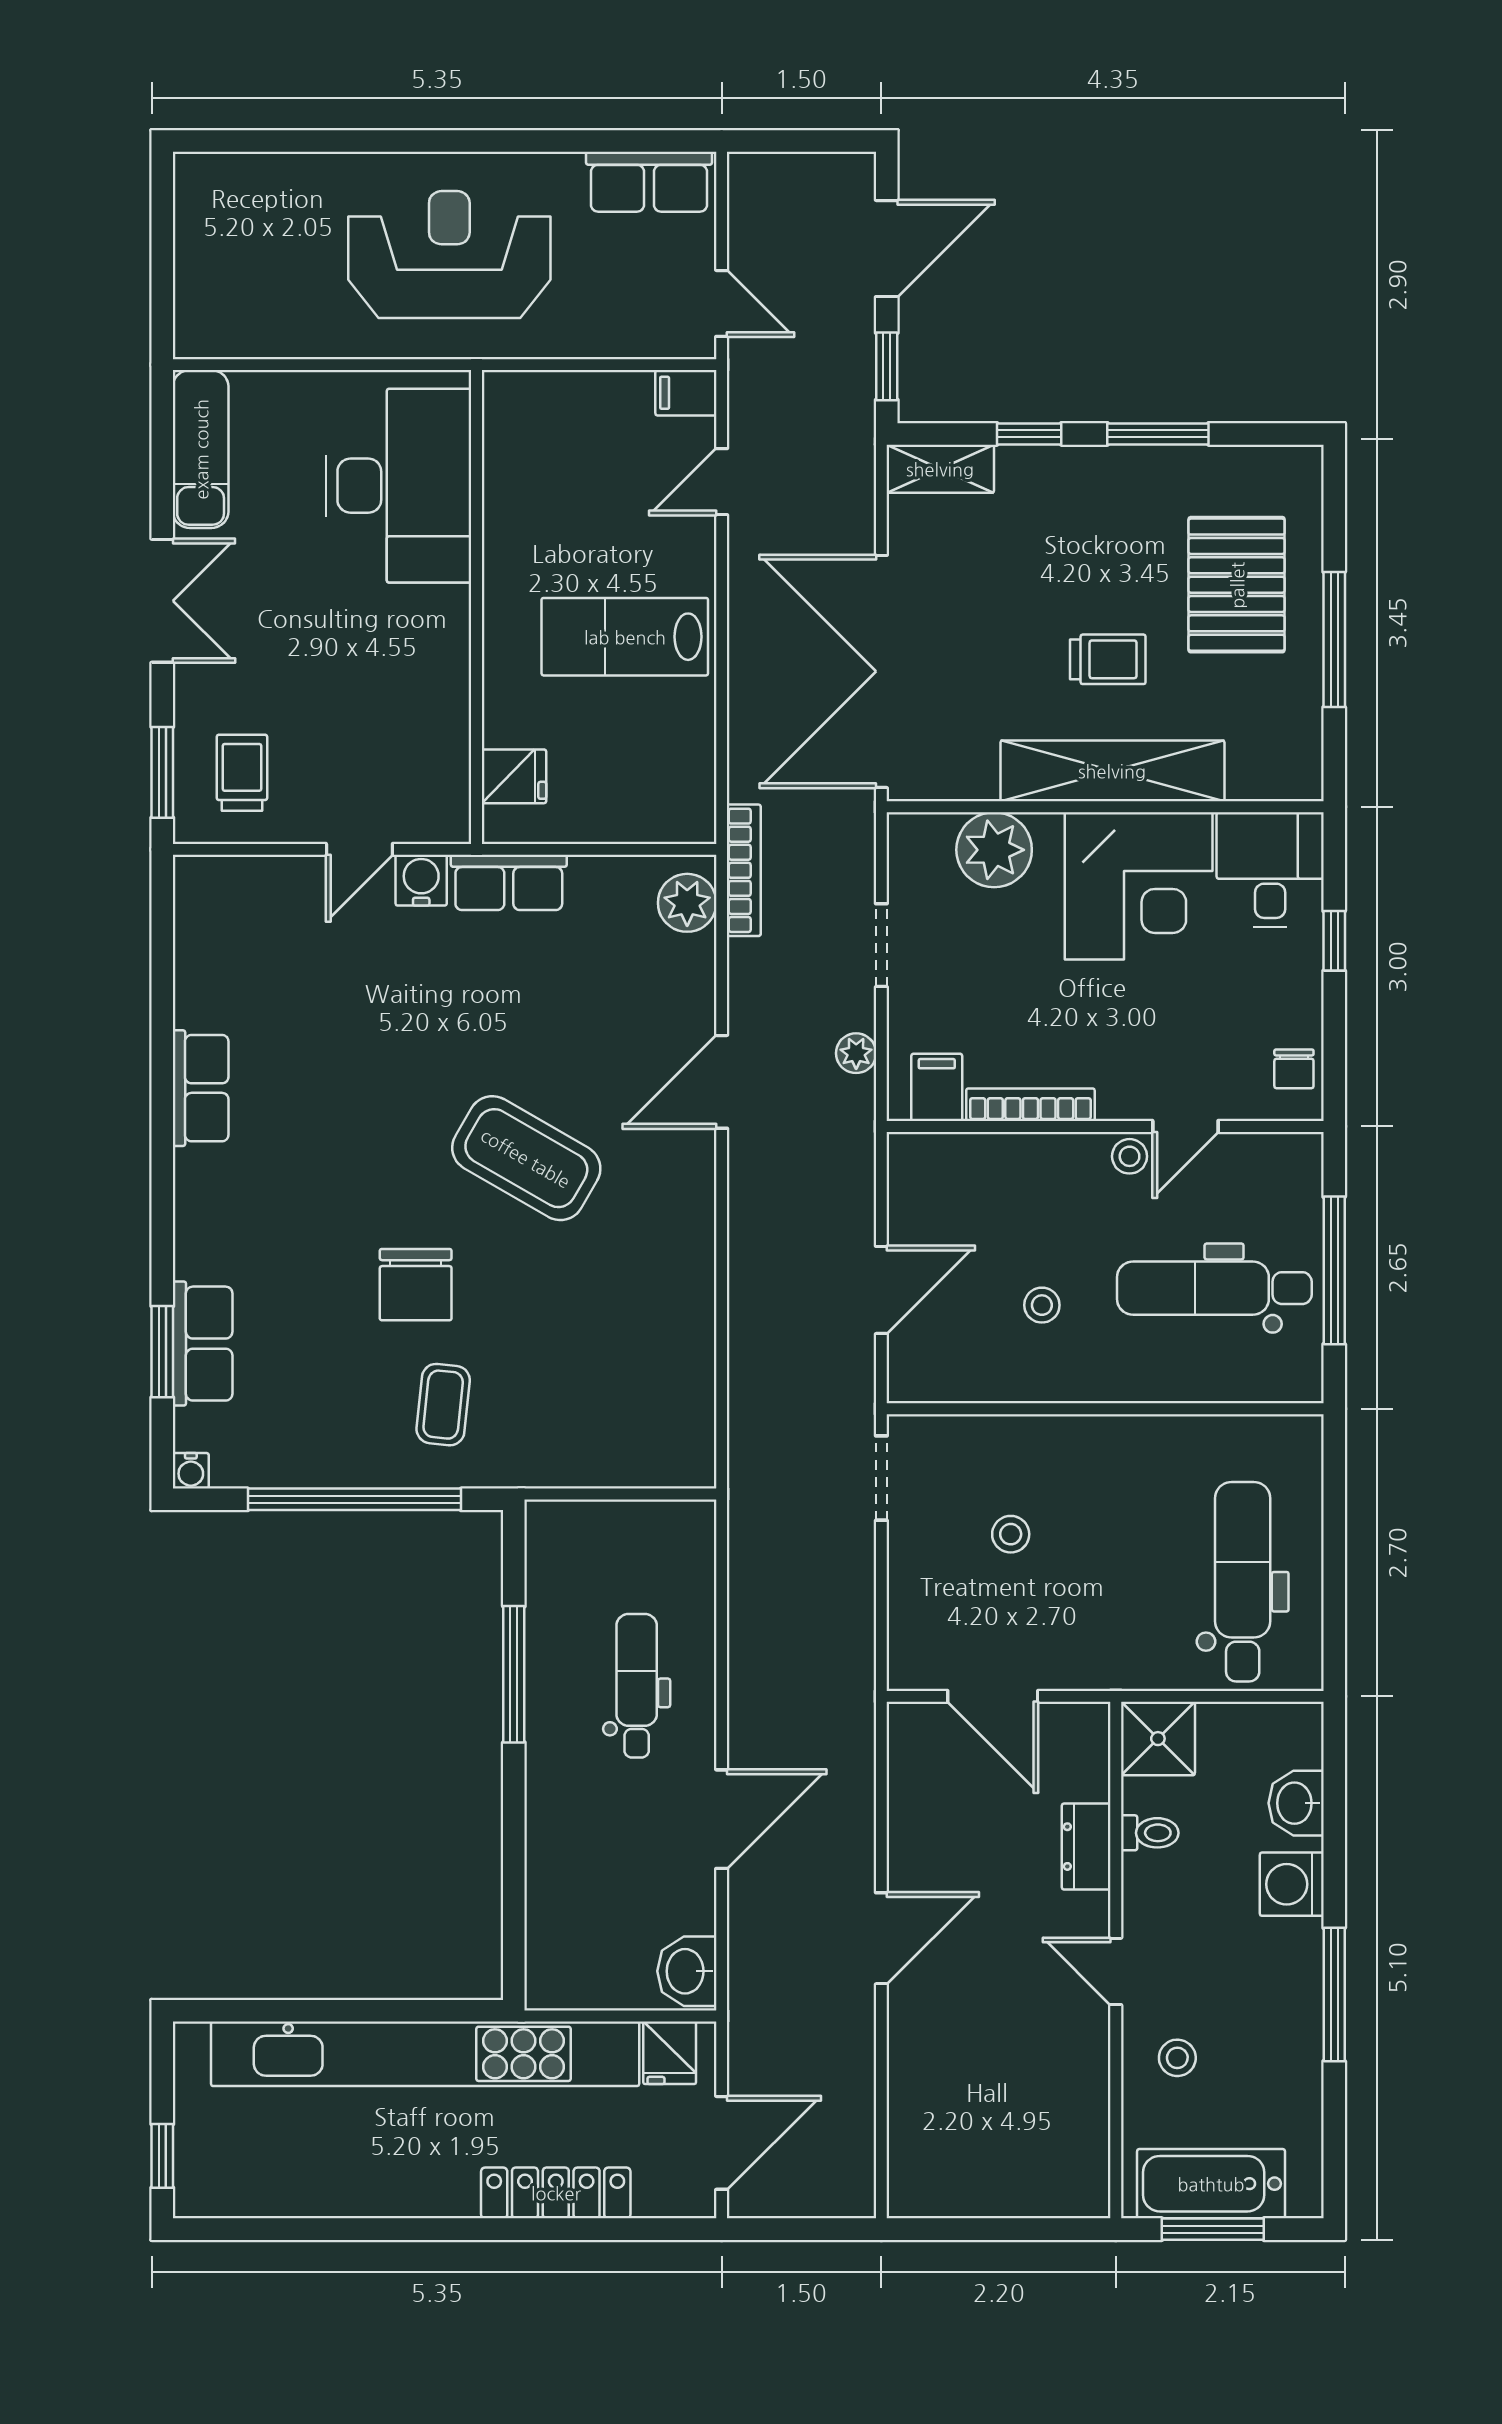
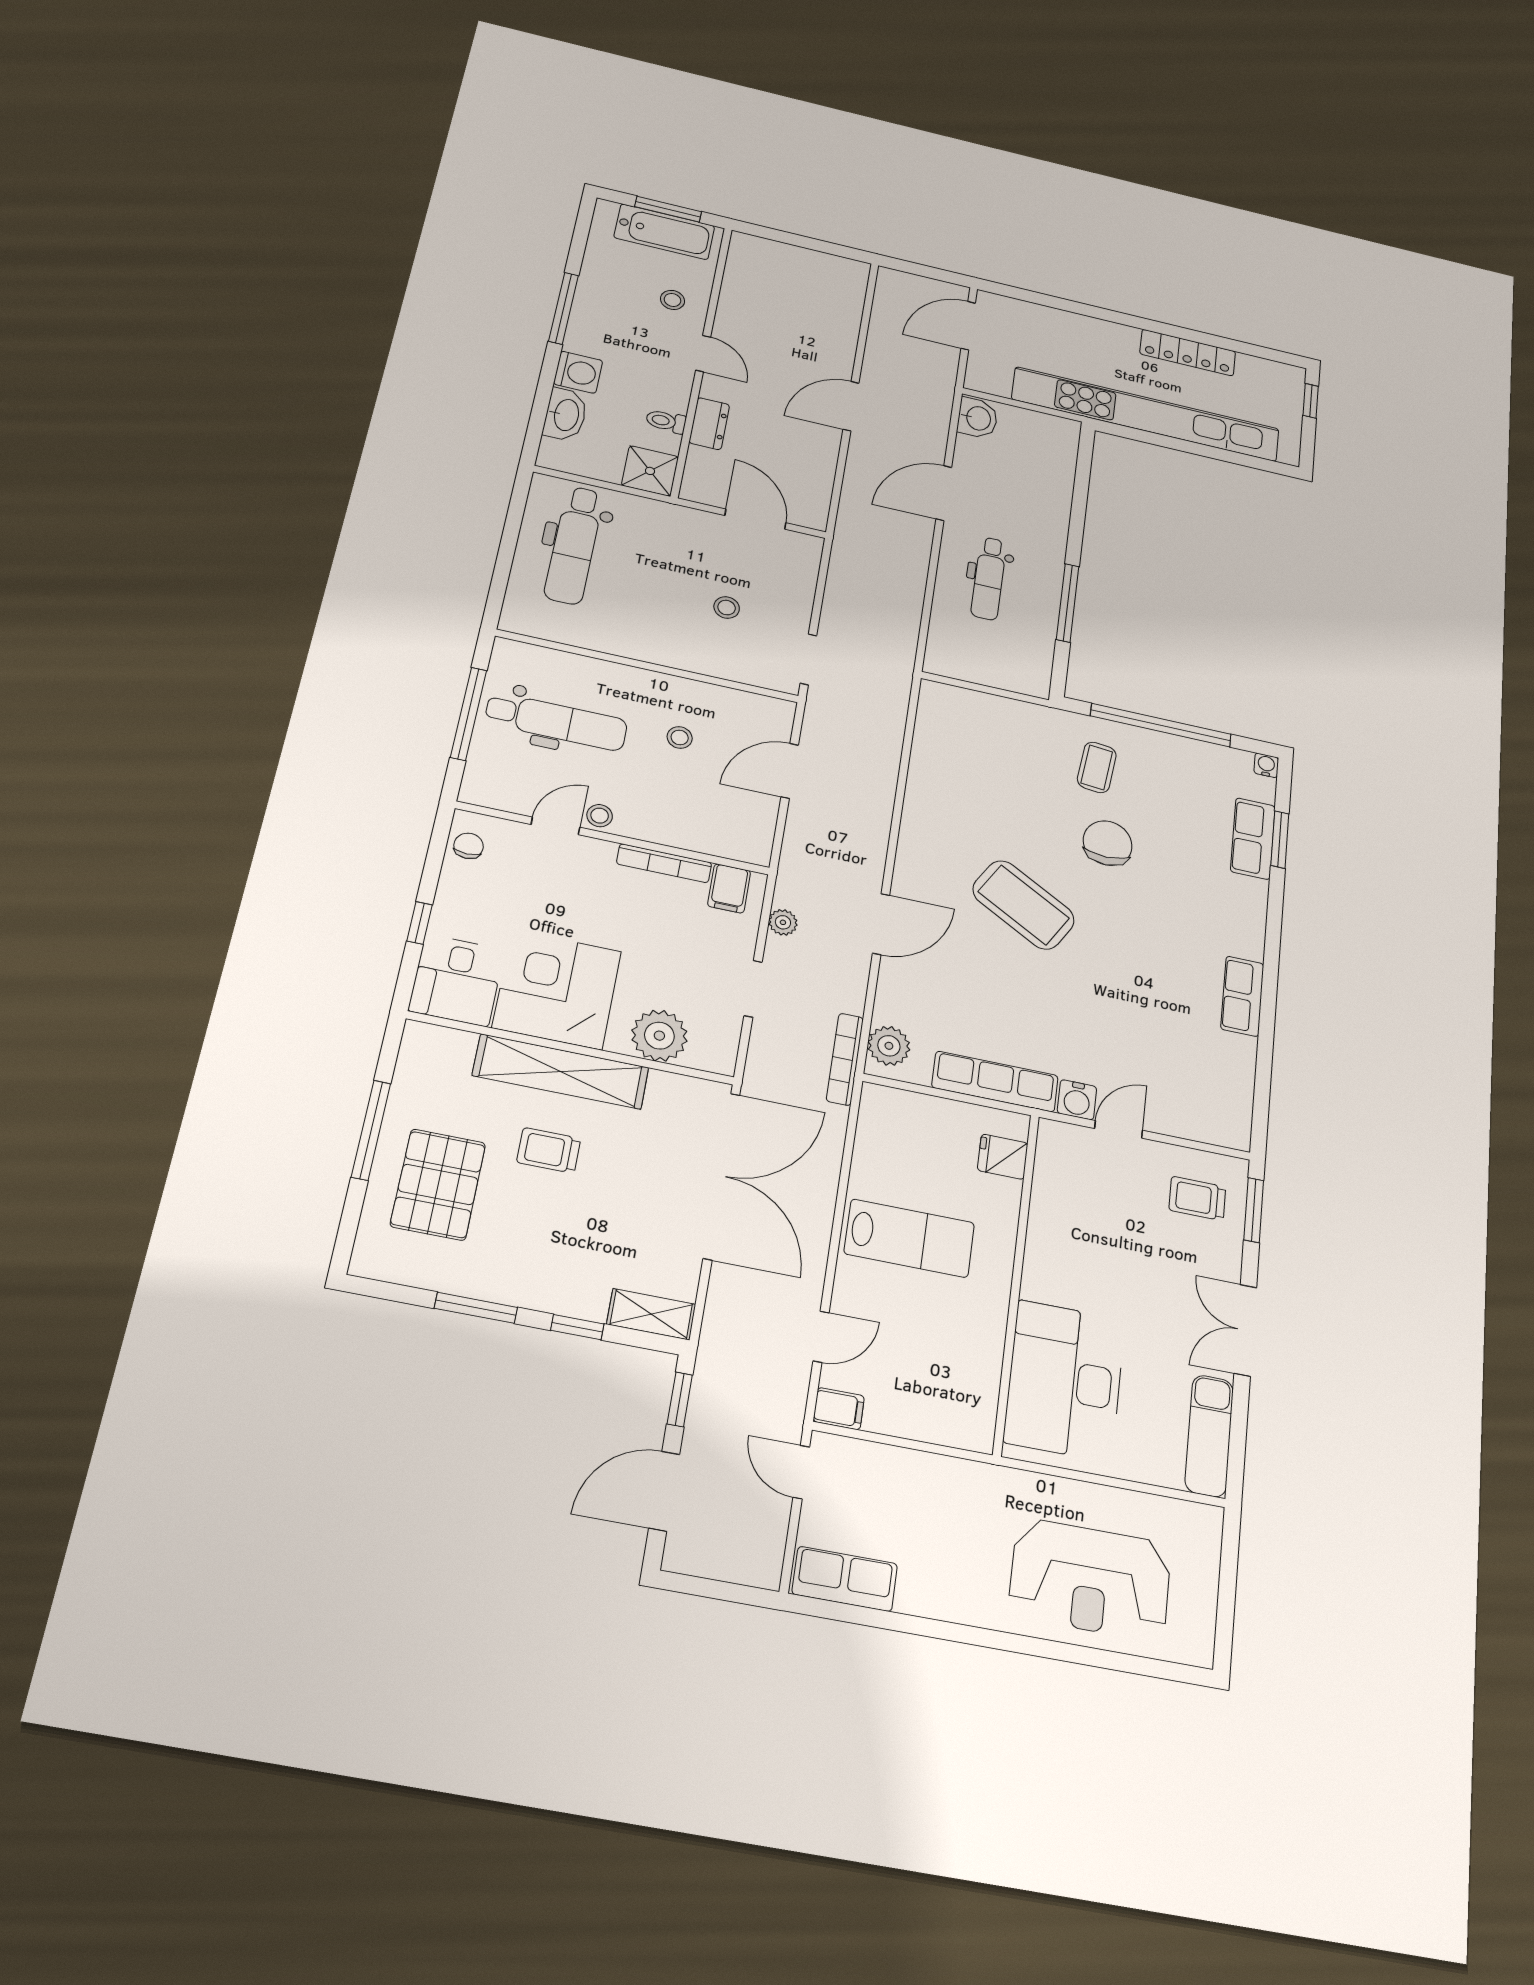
reception desk: (449, 254) -> (1090, 1579), moved
trolley: (242, 773) -> (1197, 1198), turned 90
row of seats: (509, 882) -> (995, 1082), width x1.48
washbasin: (1296, 1803) -> (565, 415), width x1.38
fridge: (670, 2053) -> (994, 379), removed
locker: (556, 2193) -> (1188, 353), moved

